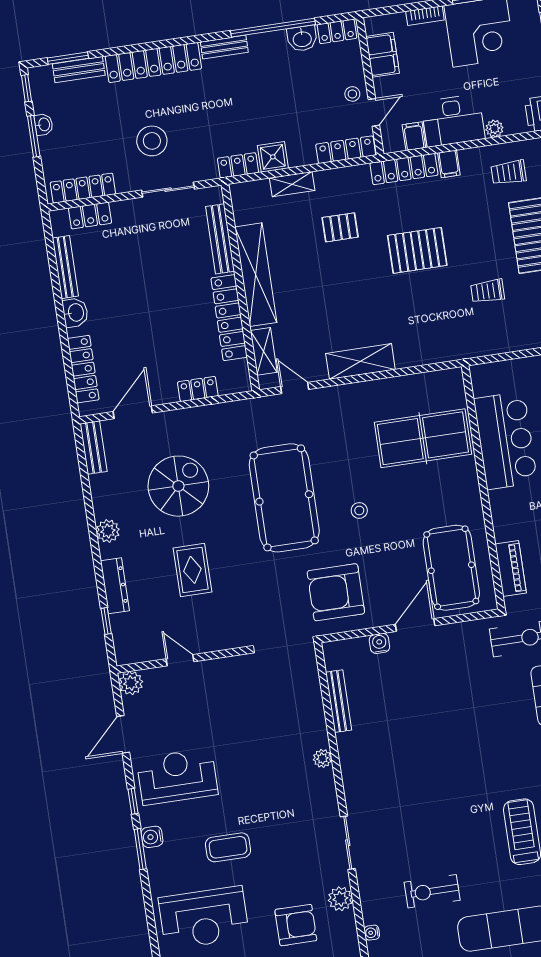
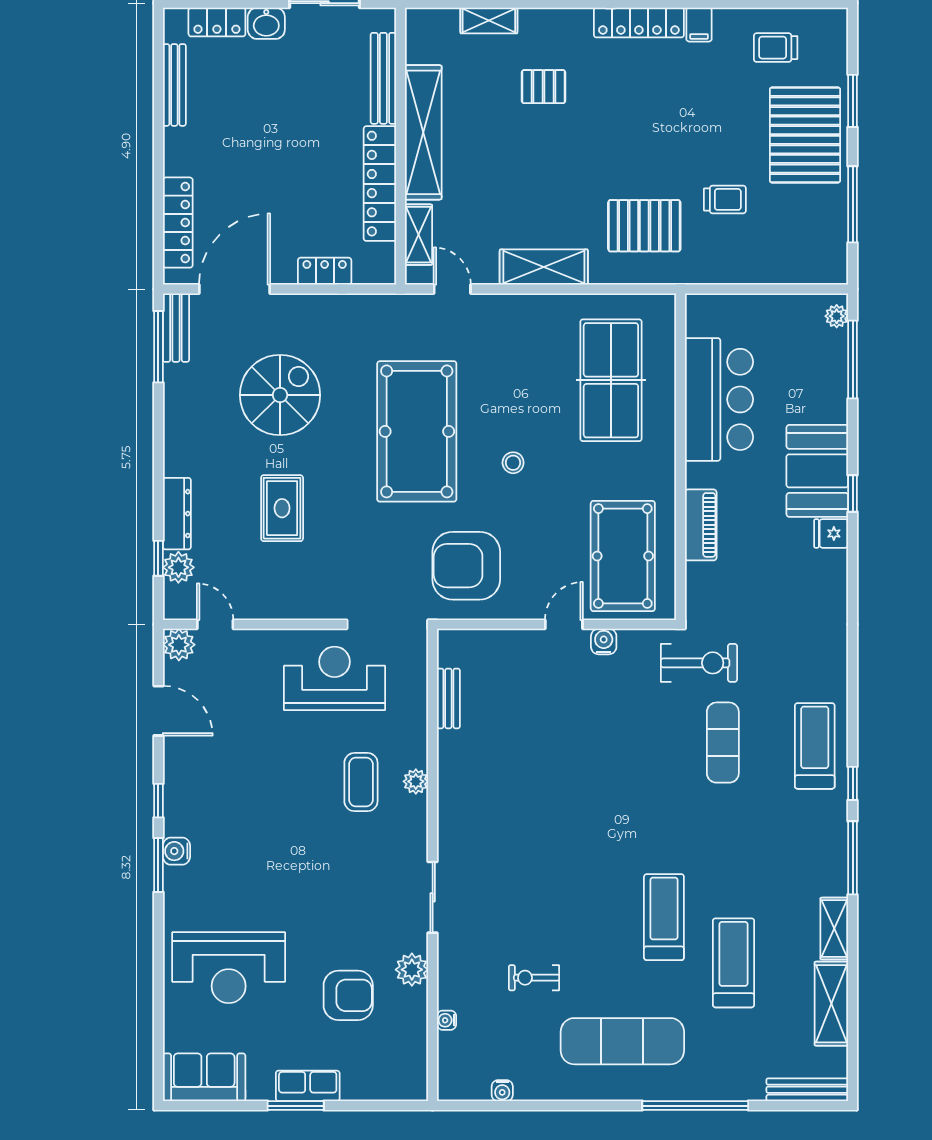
pallet: (417, 250) -> (644, 226), moved
trolley: (488, 291) -> (725, 199), turned 180
washbasin: (75, 313) -> (266, 23), moved, turned 90
door: (133, 412) -> (235, 289), width x1.36
table tennis table: (423, 438) -> (611, 380), turned 90
window: (83, 464) -> (158, 347), added
plant: (108, 531) -> (178, 567), moved
piano: (511, 569) -> (701, 525), moved
door: (415, 625) -> (564, 624), width x0.73
water cooler: (379, 643) -> (604, 642), moved
door: (180, 660) -> (215, 624), moved
bench: (339, 701) -> (448, 698), width x0.73
door: (123, 734) -> (158, 711), swing flipped
reception desk: (177, 777) -> (334, 678), moved
coffee table: (228, 847) -> (361, 782), moved, turned 90
exercise bike: (432, 891) -> (534, 978), width x0.73, depth x0.72

